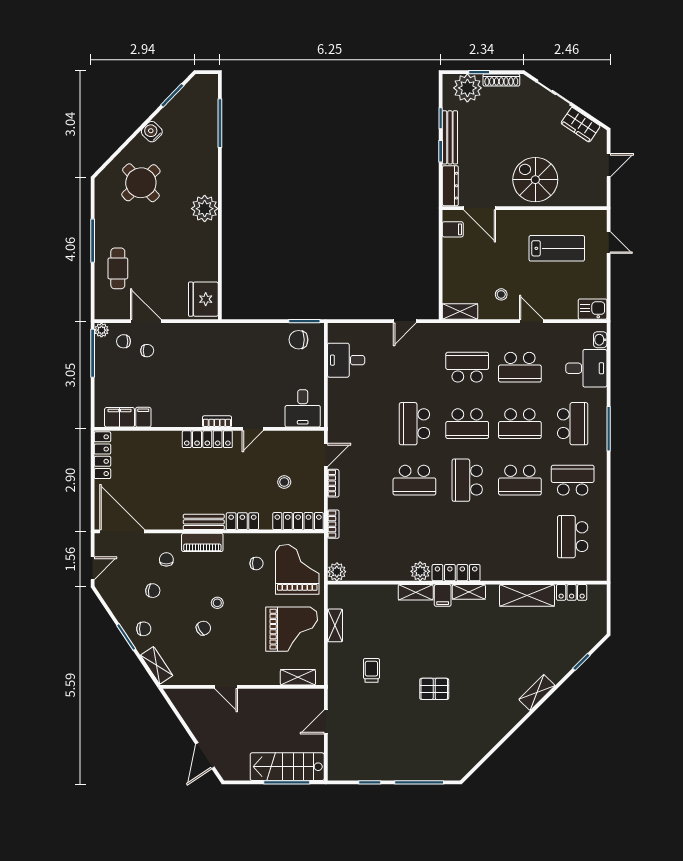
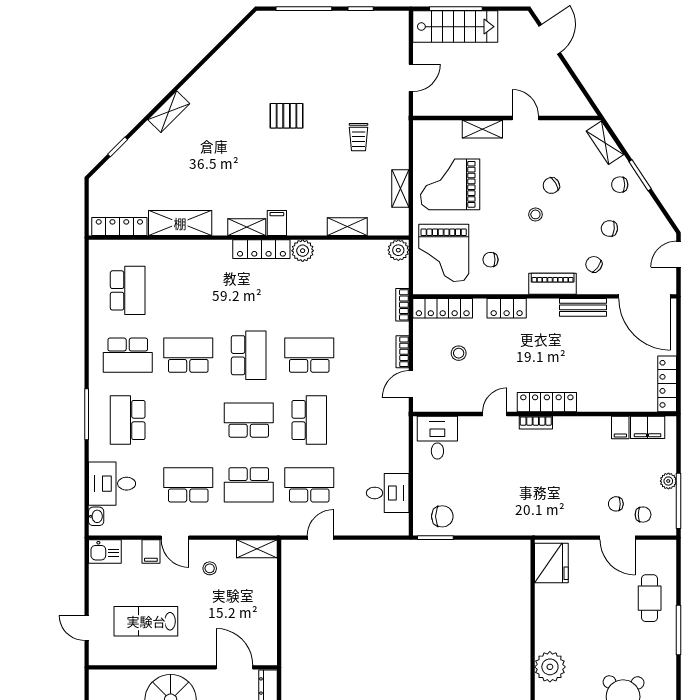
filing cabinet: (453, 229) -> (151, 551), moved, turned -90
plant: (101, 330) -> (668, 481), moved
school desk: (520, 424) -> (309, 485), moved
bench: (204, 522) -> (583, 307), moved
chair: (166, 559) -> (594, 264), turned 126
shelving: (416, 592) -> (347, 227), moved
locker: (572, 592) -> (119, 226), width x1.53
shelving: (298, 677) -> (482, 129), moved

